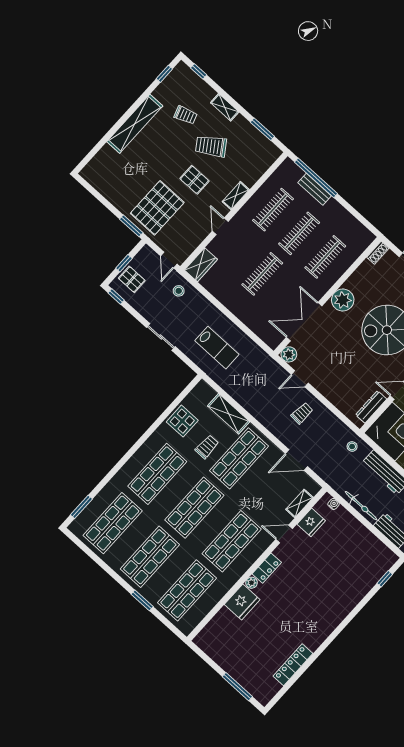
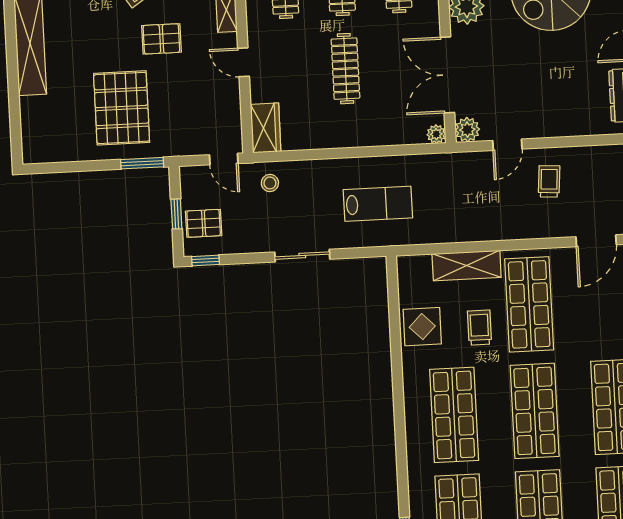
pallet: (157, 208) -> (122, 108), moved
plant: (273, 343) -> (436, 134), added

